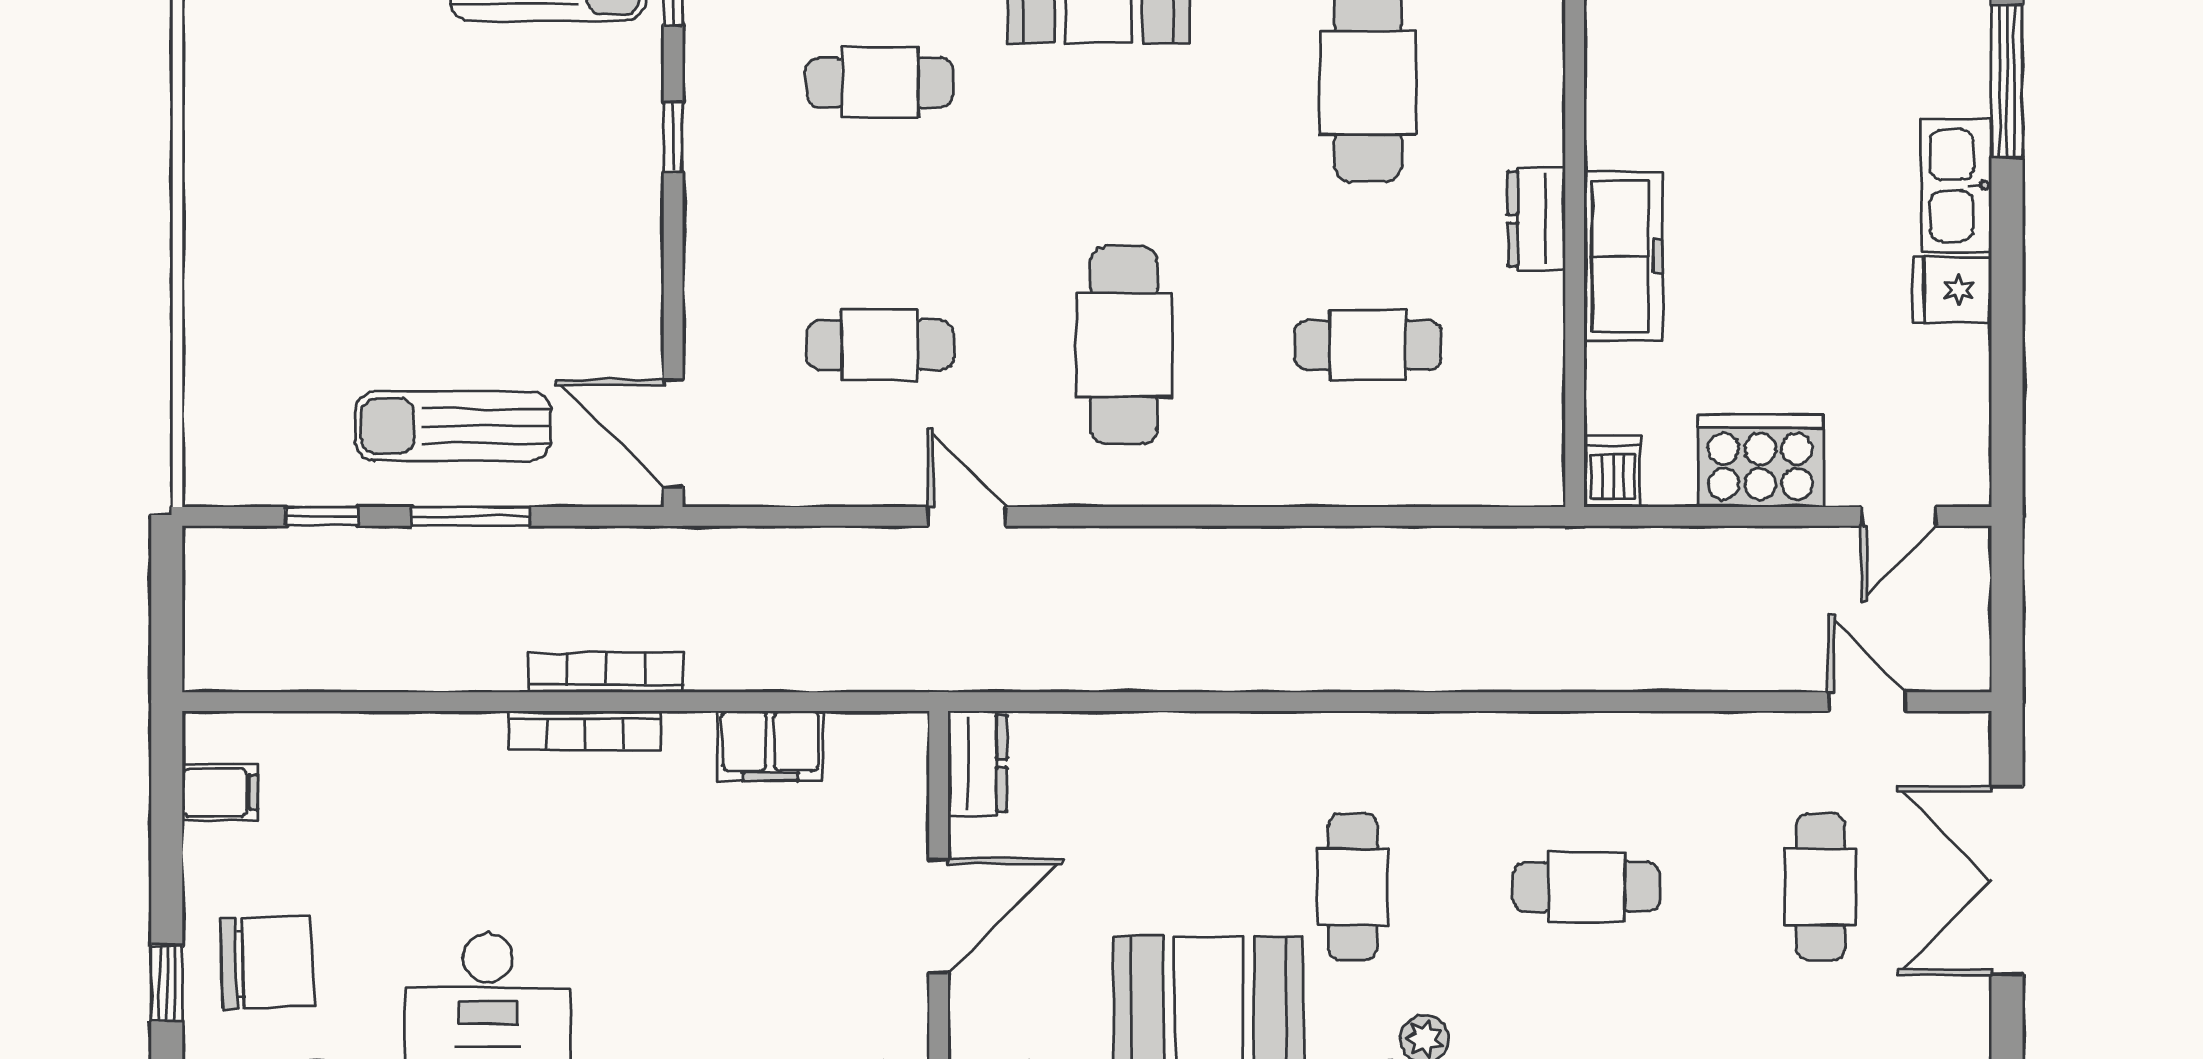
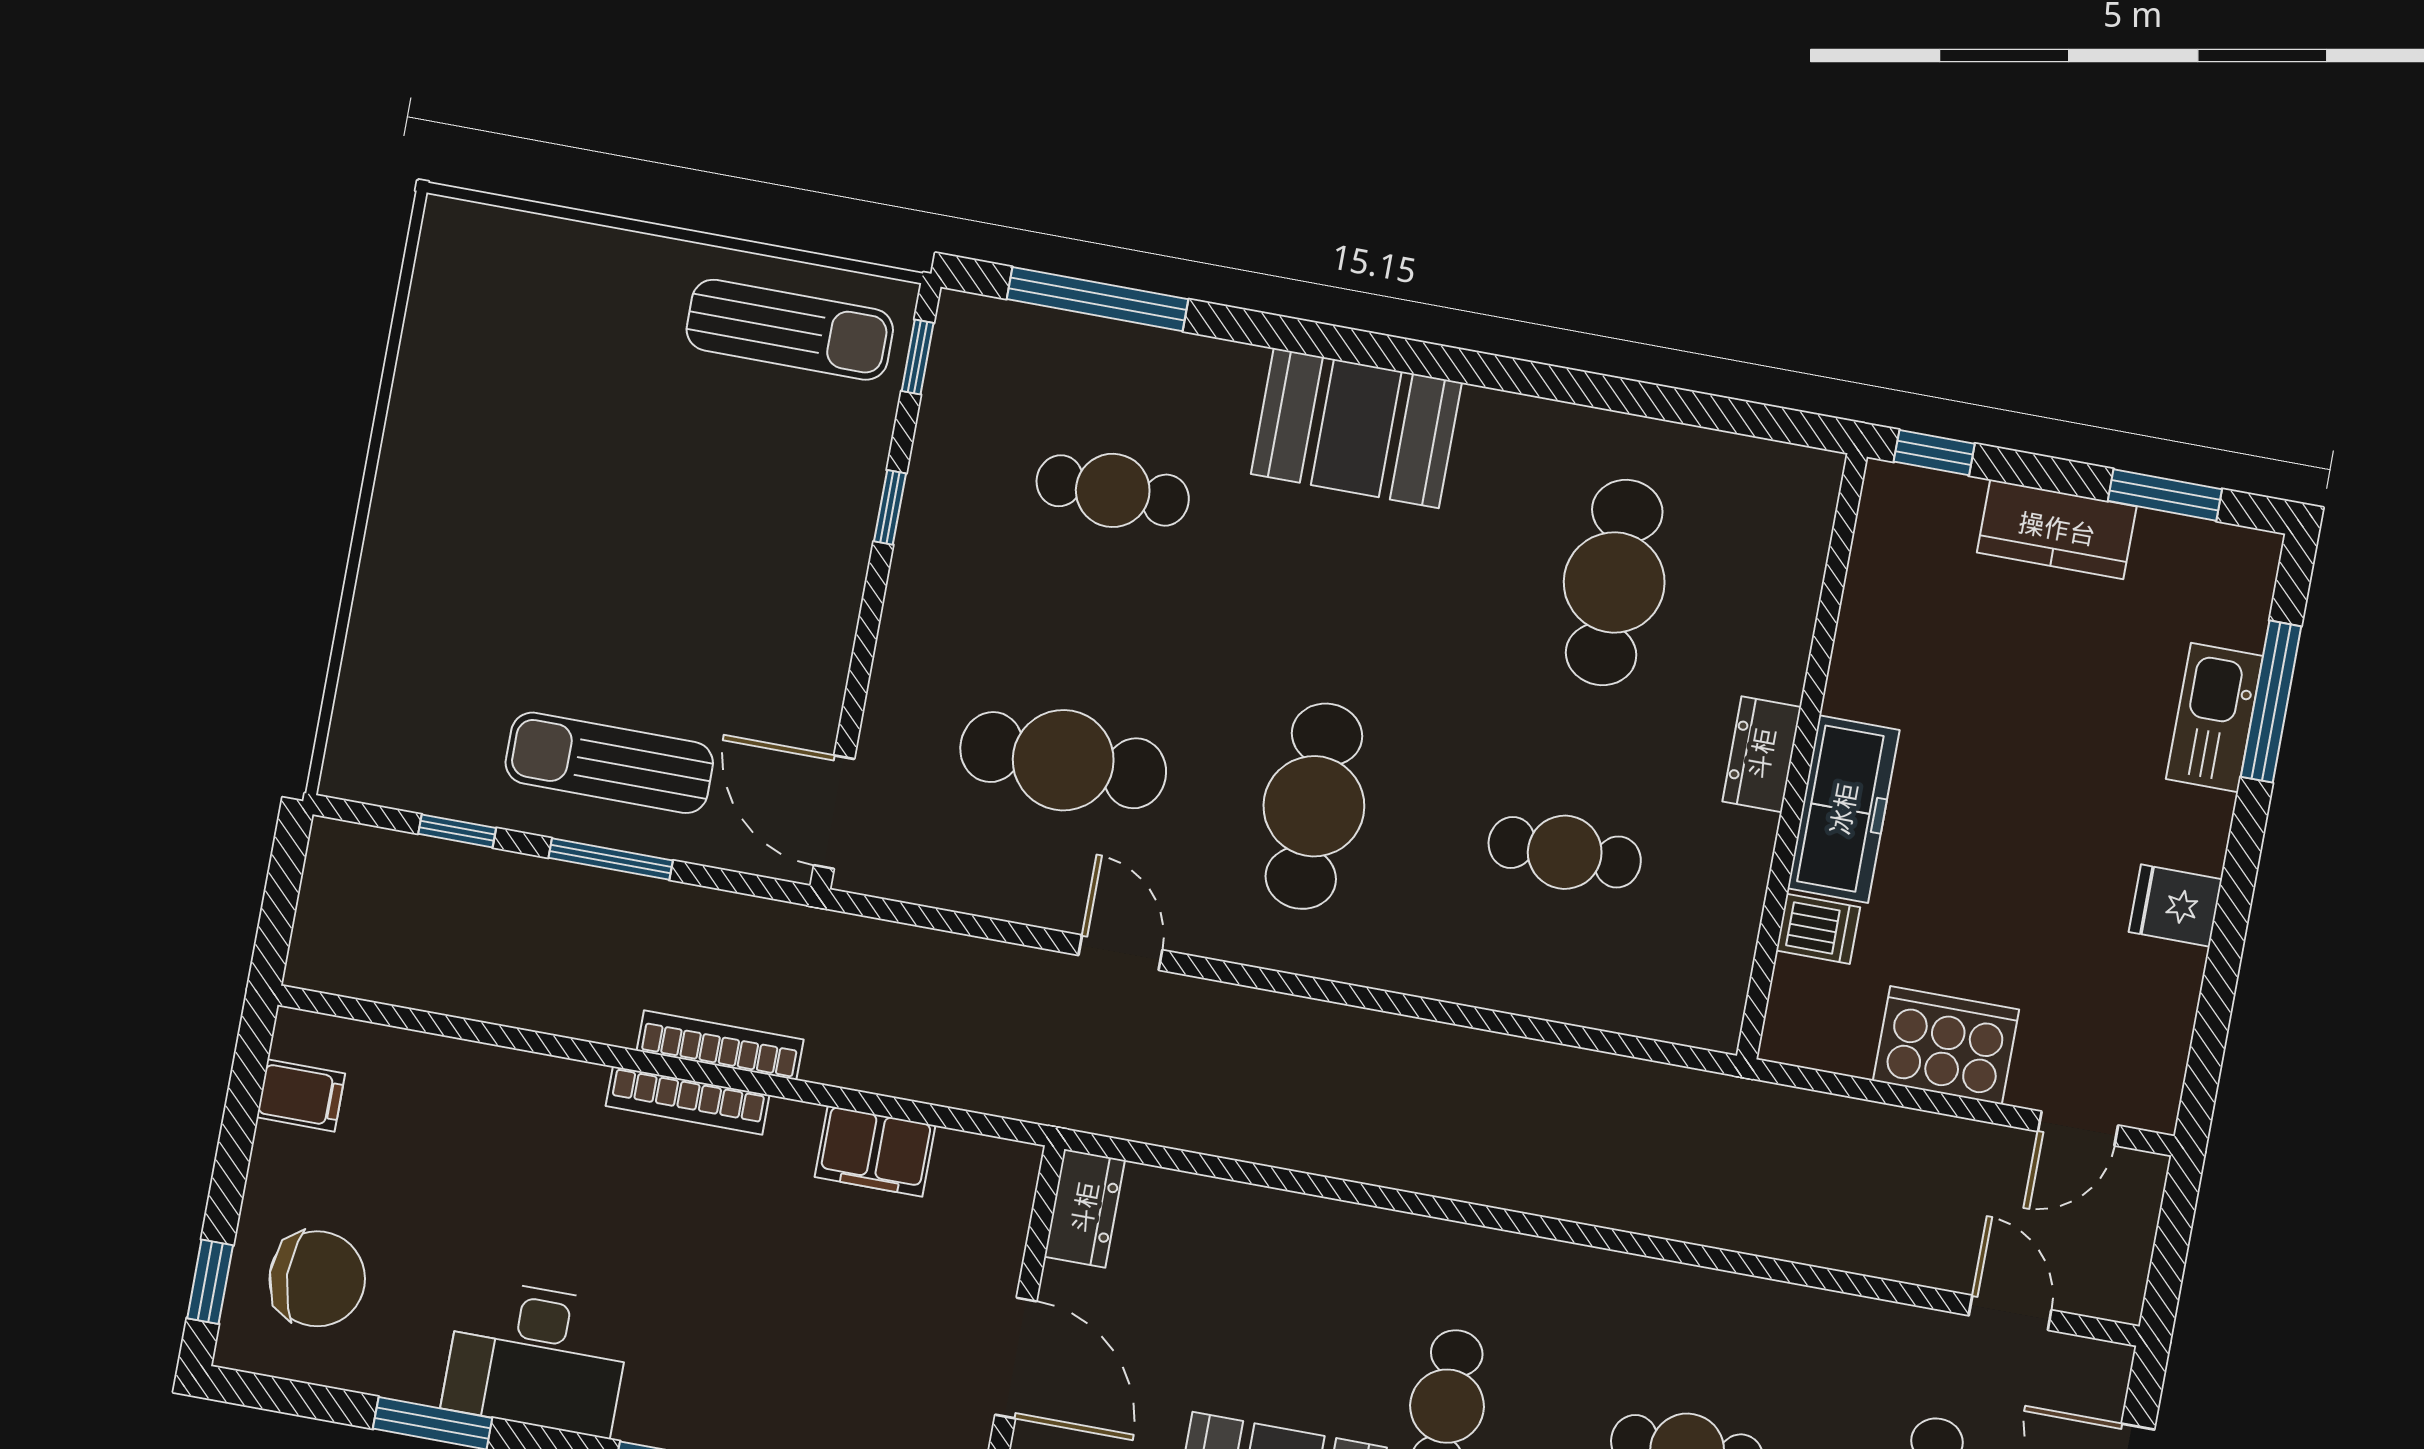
kitchen sink: (1956, 185) -> (2215, 717), moved
cafe table: (880, 345) -> (1063, 760), width x1.37, depth x1.35
dishwasher: (1613, 471) -> (1818, 929), moved, turned 90
door: (939, 916) -> (1016, 1358), hinge flipped

